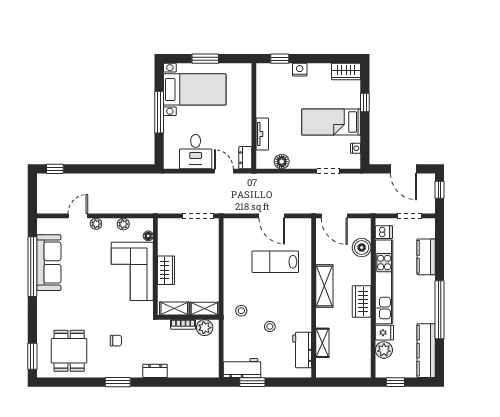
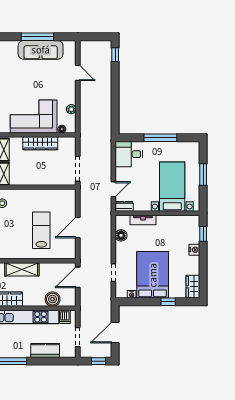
bed with nightstands: (195, 89) -> (172, 187), moved, turned 180
bed: (331, 122) -> (153, 275), width x1.50
desk: (196, 152) -> (129, 154), moved
plant: (96, 224) -> (71, 87), removed
window: (32, 267) -> (37, 37), width x0.68
wardrobe: (166, 270) -> (40, 143), width x1.50

